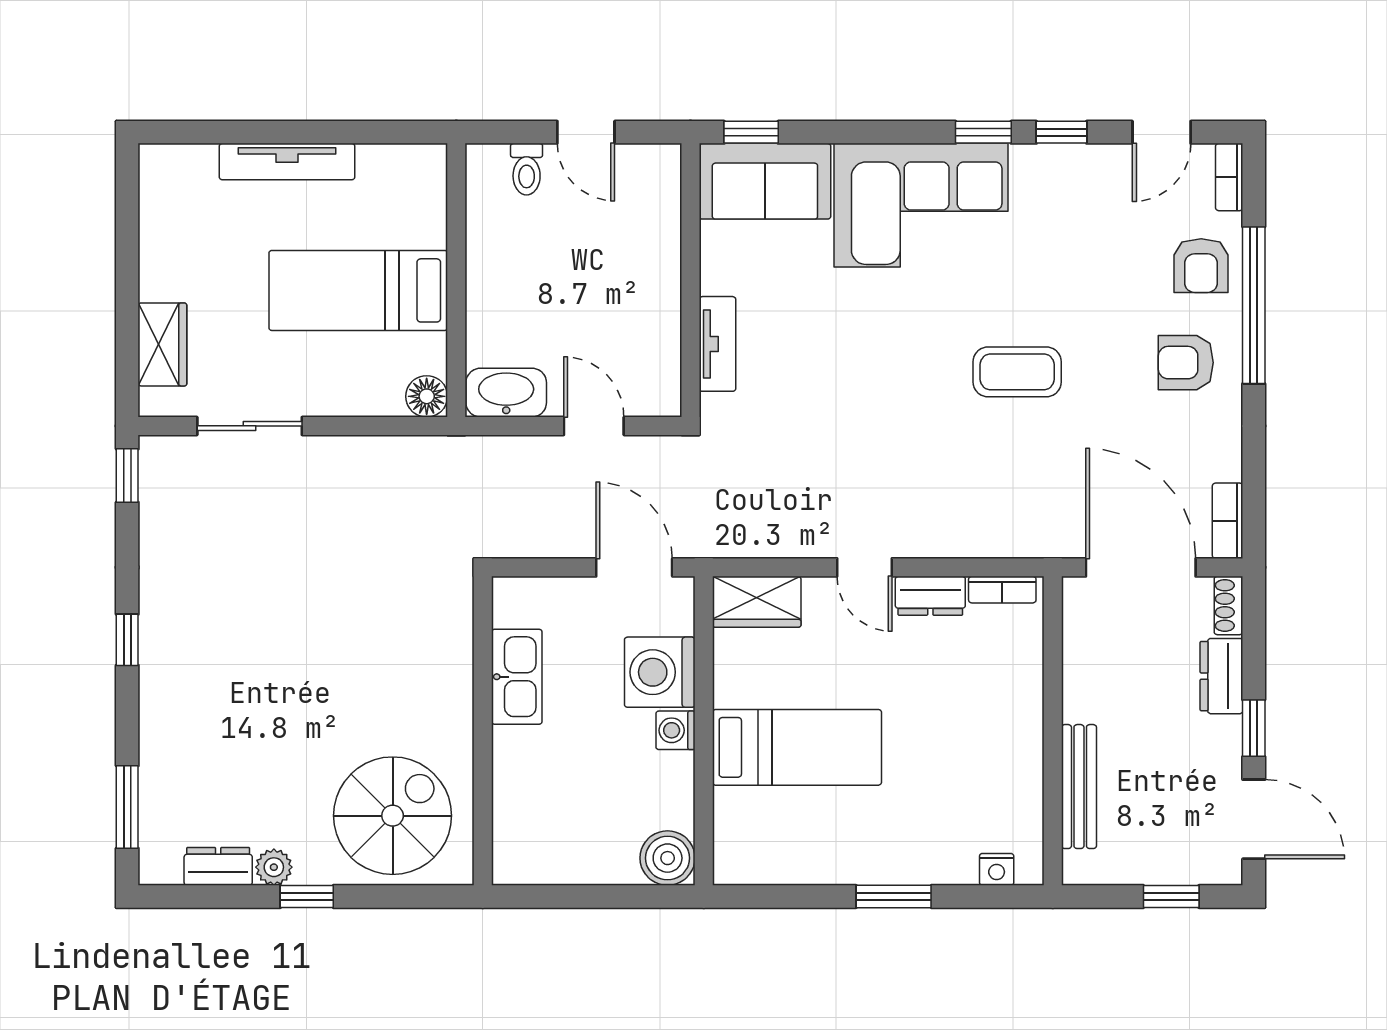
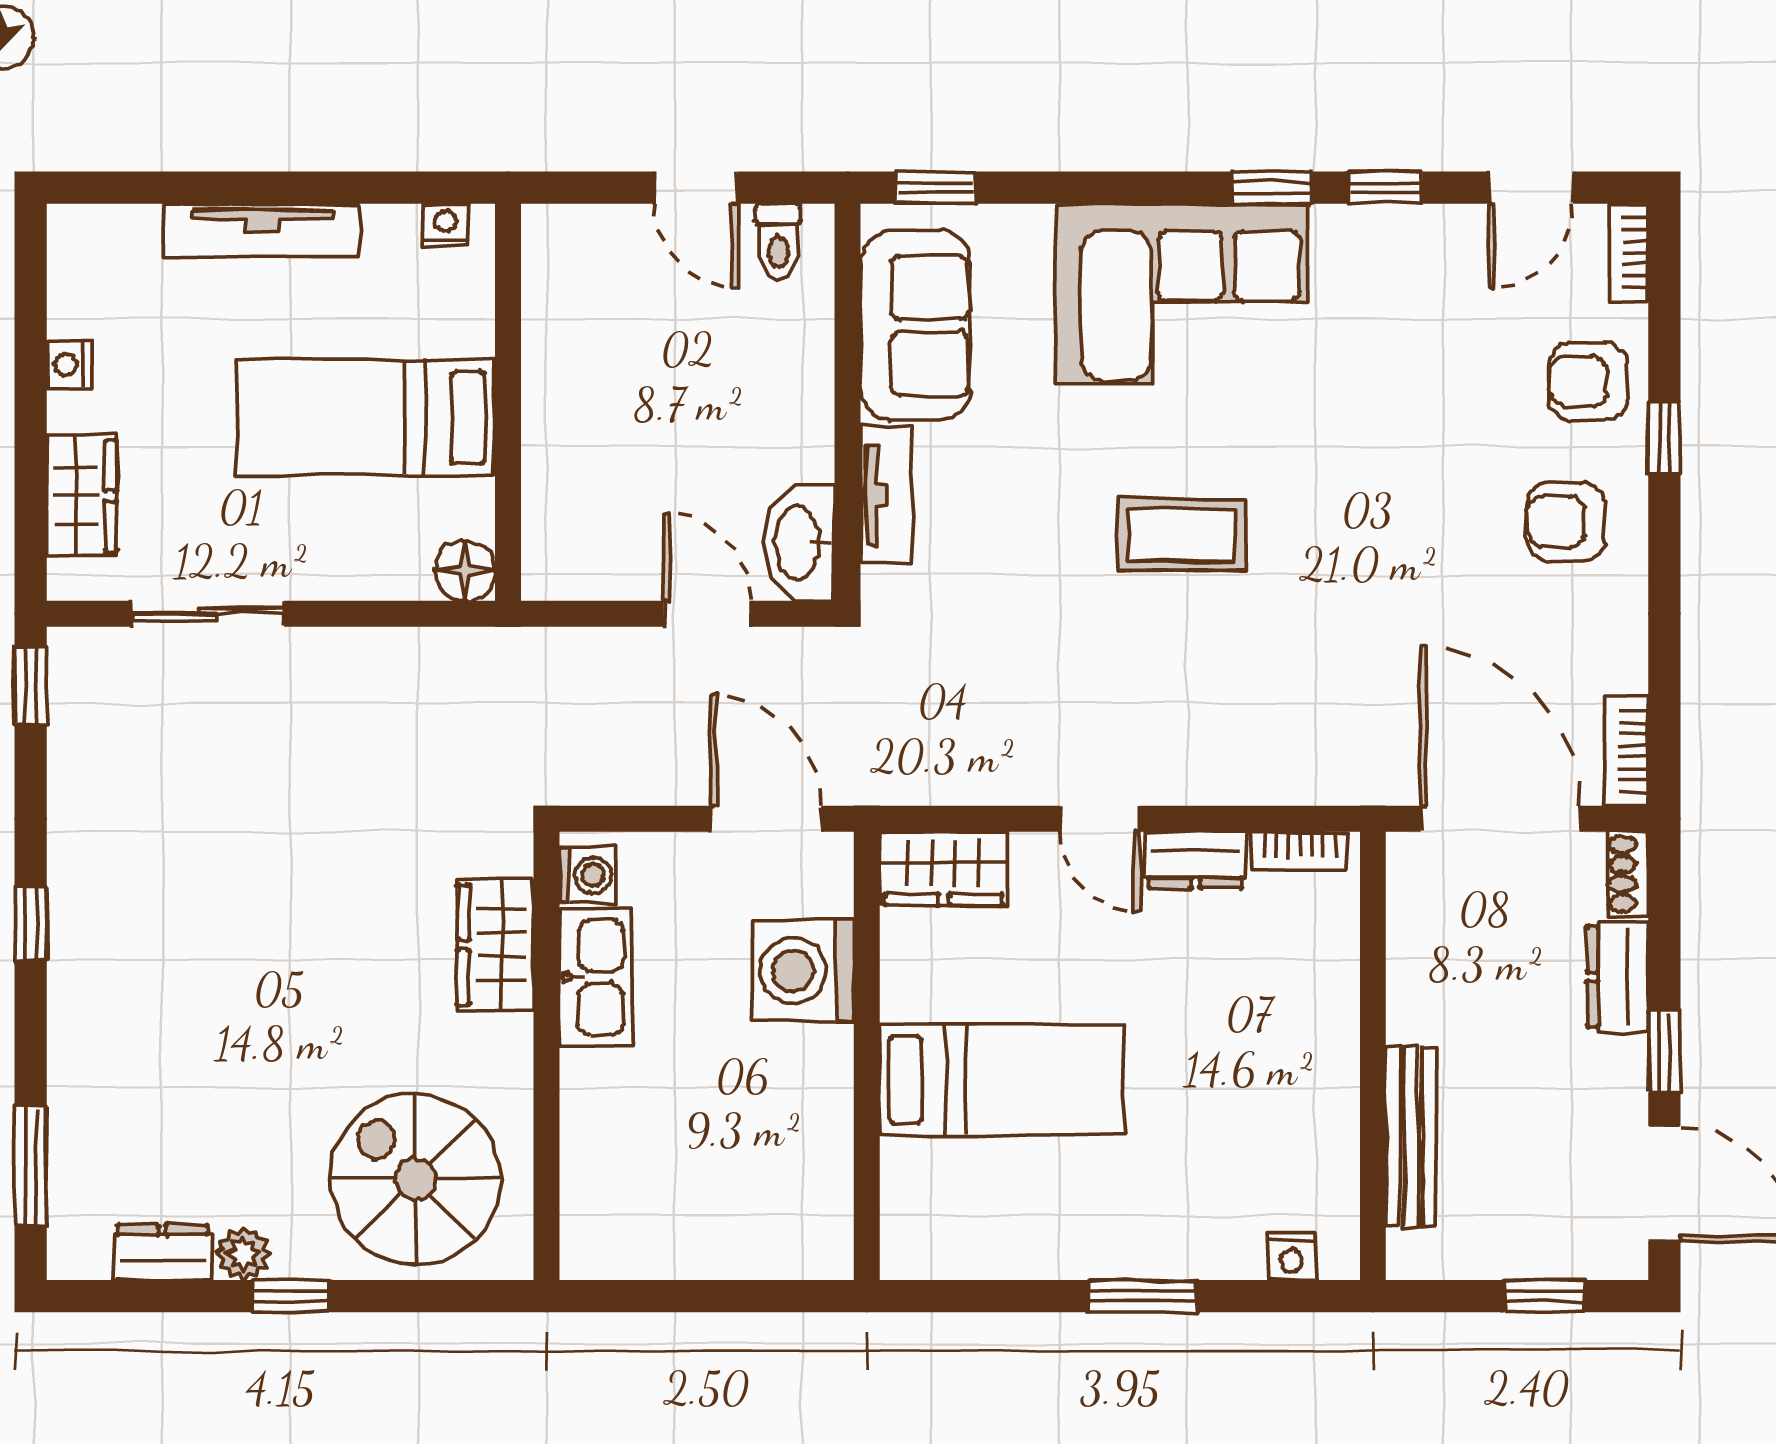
nightstand: (413, 158) -> (446, 225), added
toilet: (527, 169) -> (778, 241), moved
sofa: (765, 181) -> (915, 326), moved, turned -90
nightstand: (153, 254) -> (69, 365), added
armchair: (1201, 266) -> (1588, 381), turned 90
window: (1254, 305) -> (1664, 439), width x0.32
coffee table: (1017, 372) -> (1181, 535), moved
washbasin: (506, 393) -> (799, 543), moved, turned -90
wardrobe: (448, 654) -> (495, 945), added
washing machine: (675, 730) -> (587, 875), moved, turned 180
spiral stairs: (393, 816) -> (416, 1179), turned -90
boiler: (668, 858) -> (814, 1240), removed

